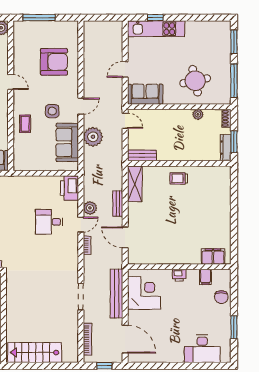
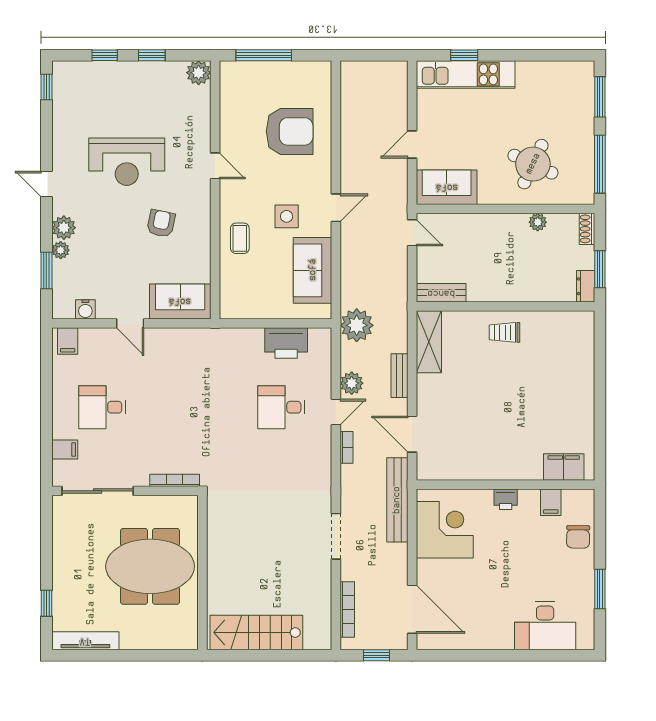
round table: (195, 81) -> (533, 164), turned 37
plant: (93, 137) -> (357, 325), moved
dresser: (226, 148) -> (586, 286), width x0.70
printer: (69, 188) -> (286, 343), moved, turned -90
bench: (117, 294) -> (397, 500), moved

